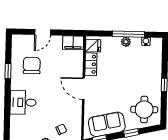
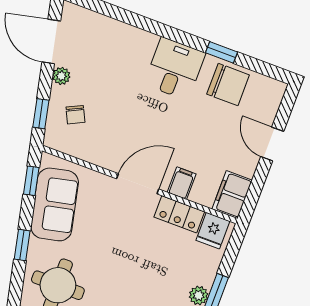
chair: (32, 66) -> (228, 85), moved
filing cabinet: (76, 68) -> (182, 183), added
desk: (23, 102) -> (175, 69), moved

